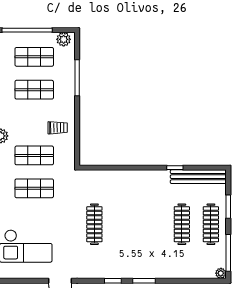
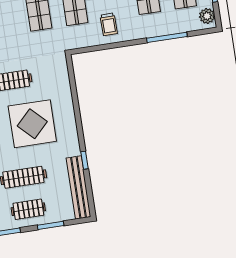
display table: (135, 209) -> (32, 124), added
clothes rail: (211, 224) -> (28, 209), width x0.73

